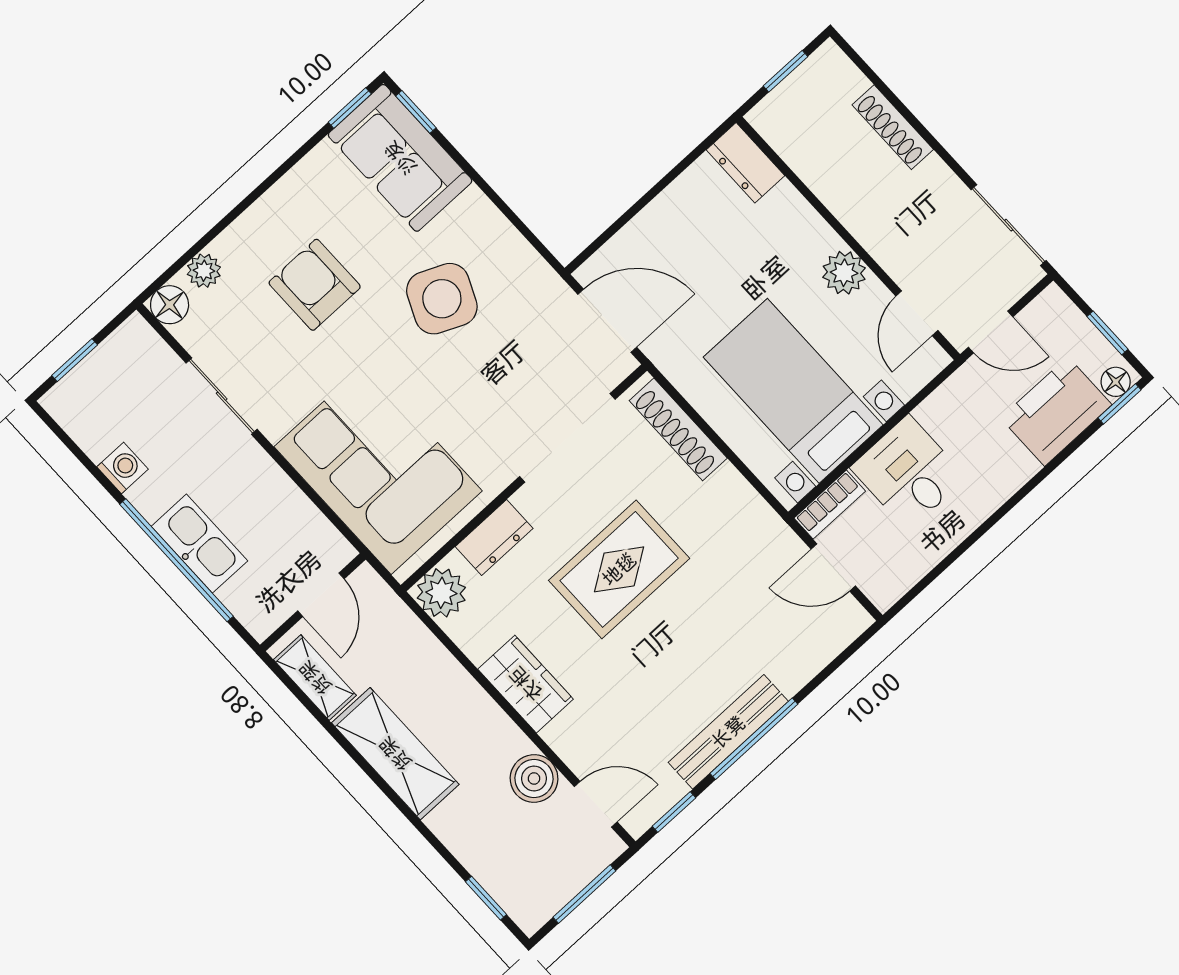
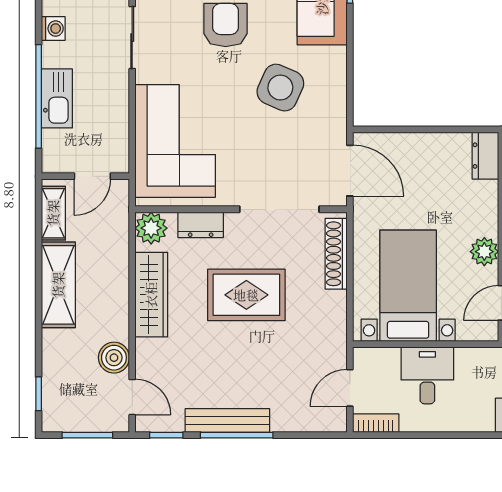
bookcase: (830, 505) -> (376, 423), moved, turned 180
door: (833, 567) -> (350, 388), hinge flipped
wardrobe: (526, 684) -> (151, 295), width x1.50

